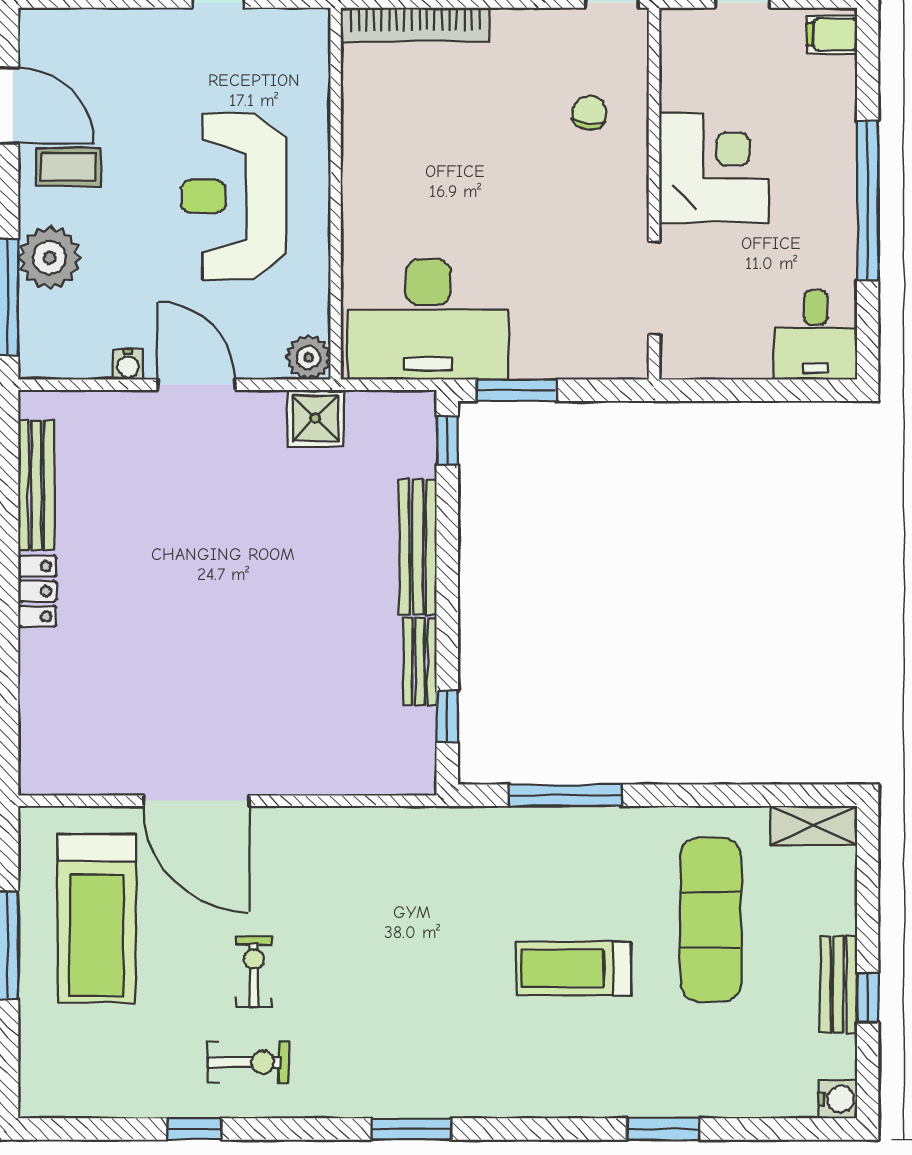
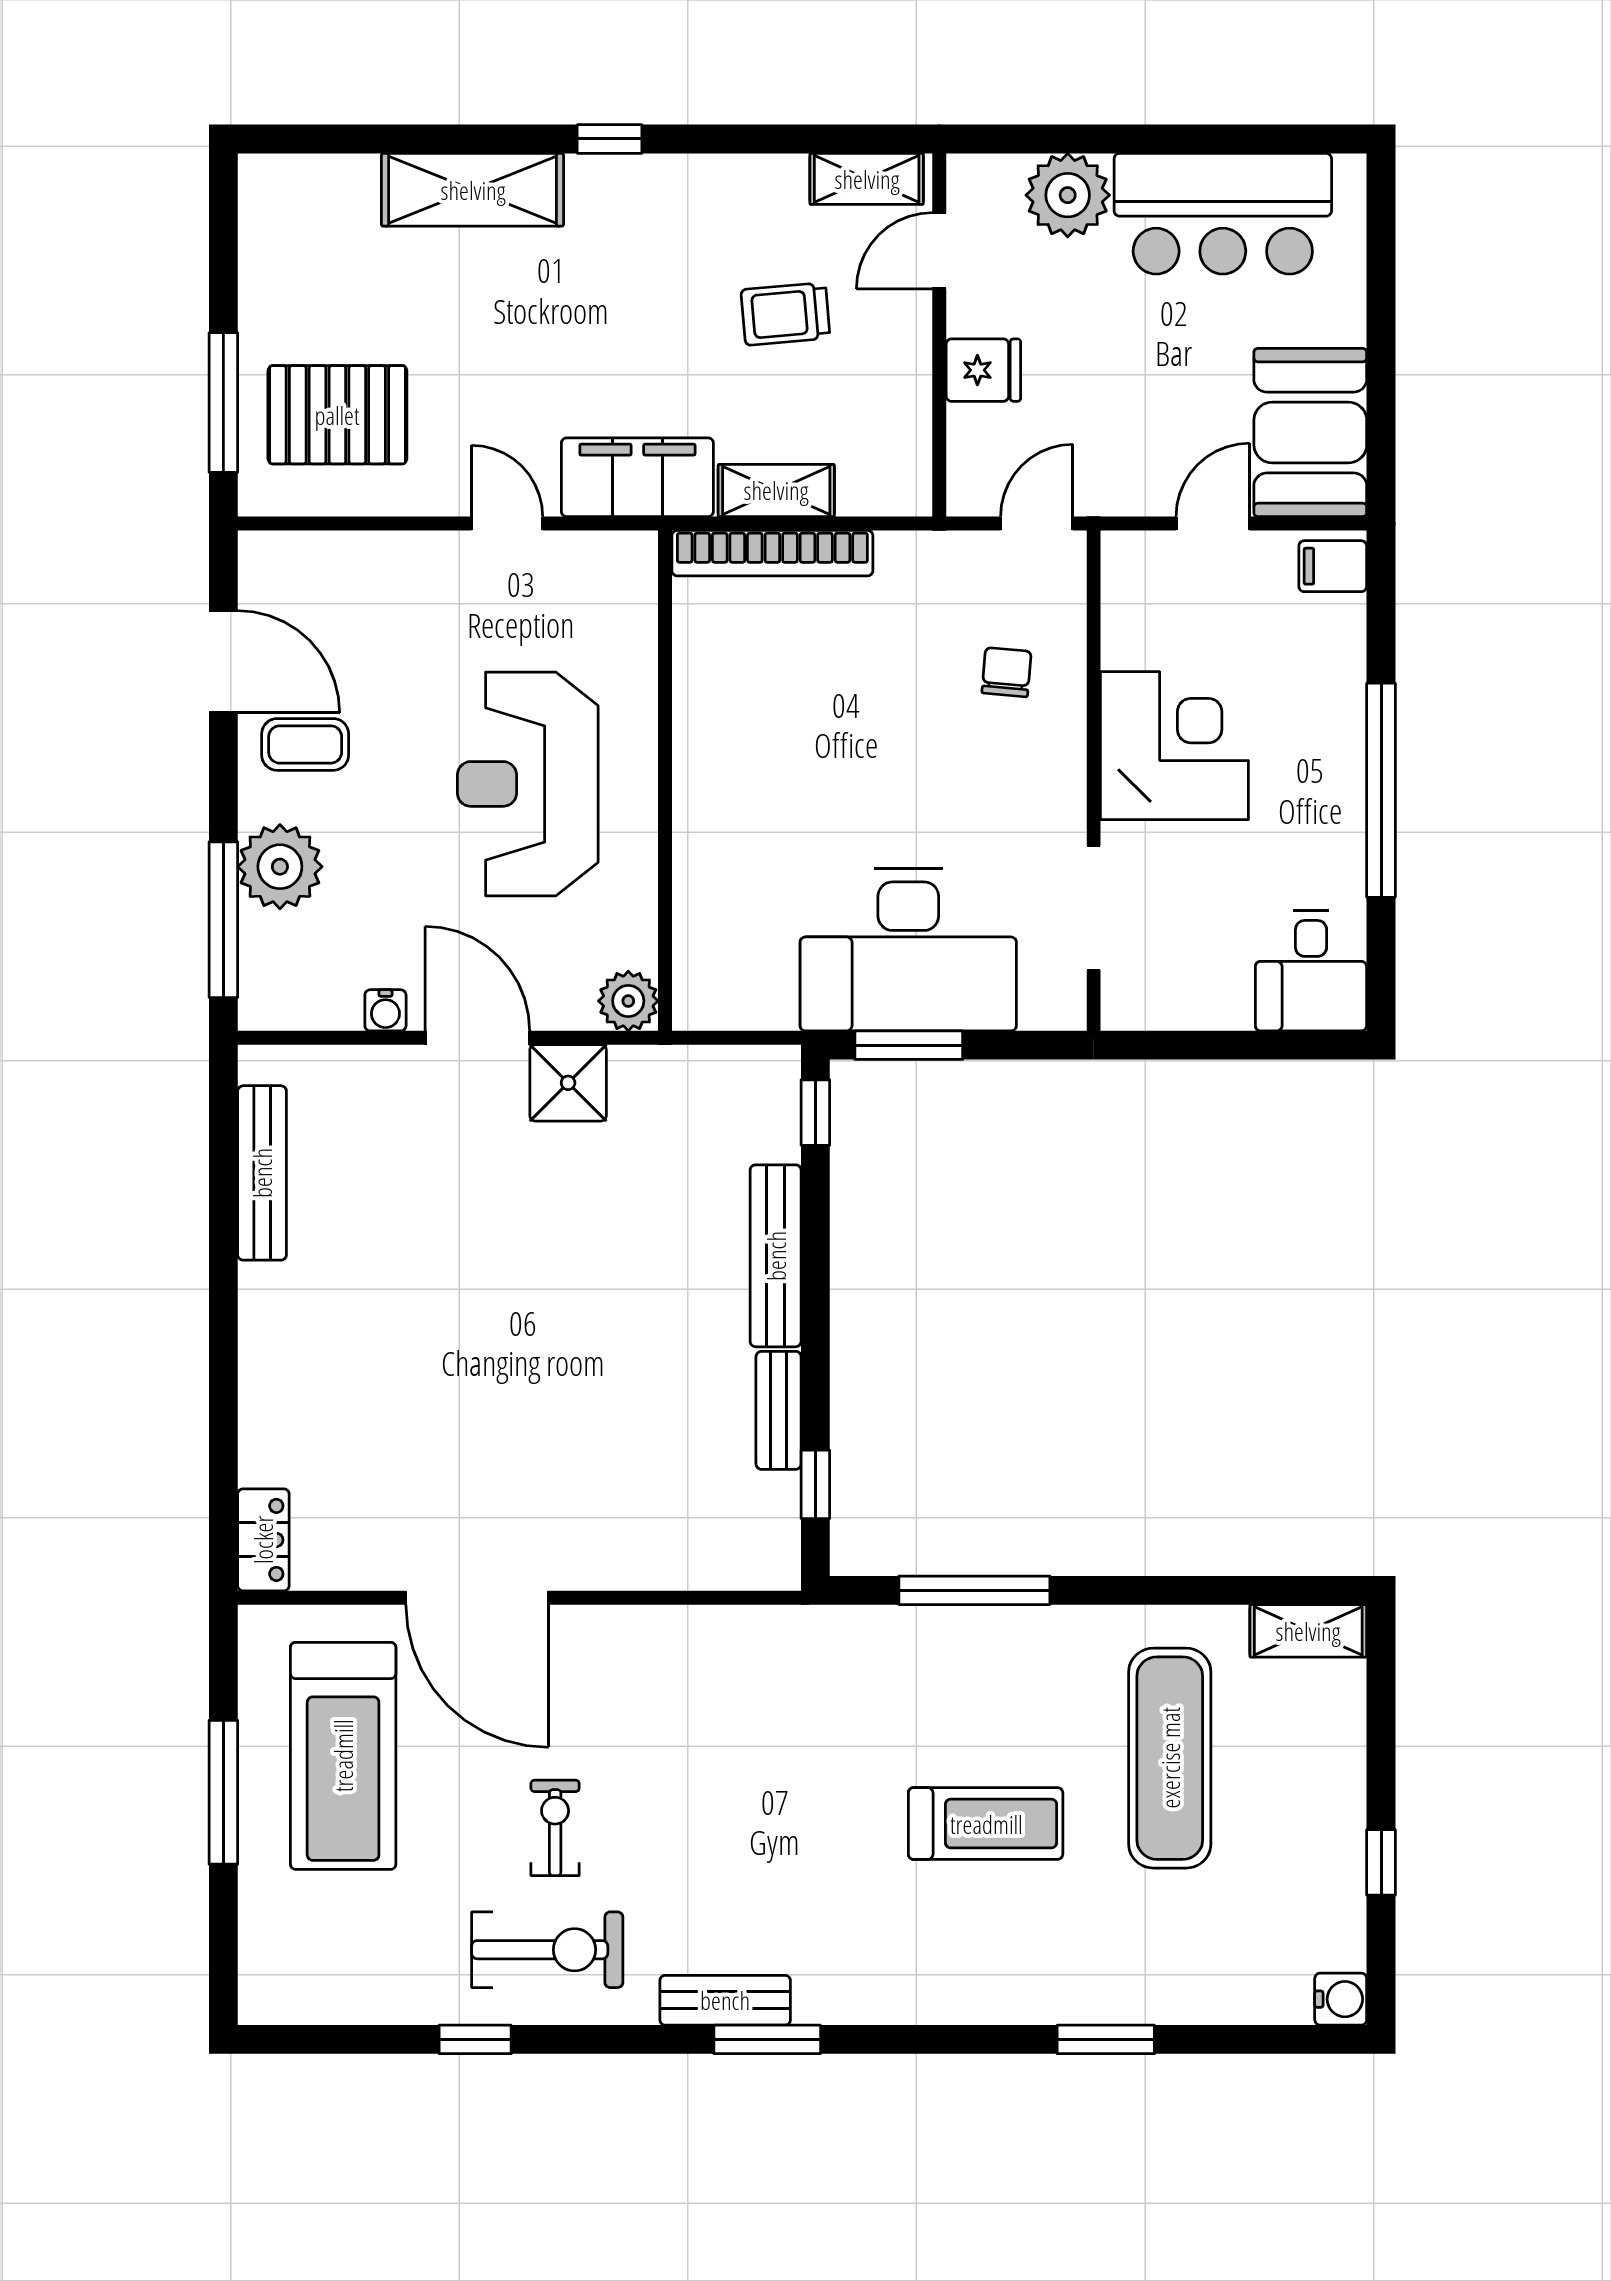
desk: (428, 319) -> (908, 950), moved
shower: (315, 418) -> (568, 1083), moved
locker: (37, 591) -> (263, 1540), moved
treadmill: (574, 969) -> (986, 1824), turned 180
bench: (838, 984) -> (725, 2000), moved, turned 90
exercise bike: (248, 1062) -> (547, 1950), width x1.38, depth x1.39

